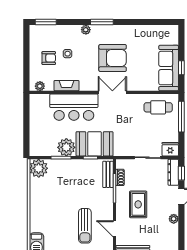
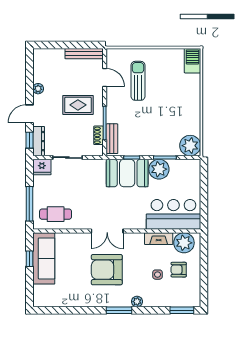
plant: (40, 86) -> (184, 243), width x1.88, depth x1.88
bar counter: (74, 107) -> (173, 214), moved
rug: (138, 204) -> (78, 105), turned 90

